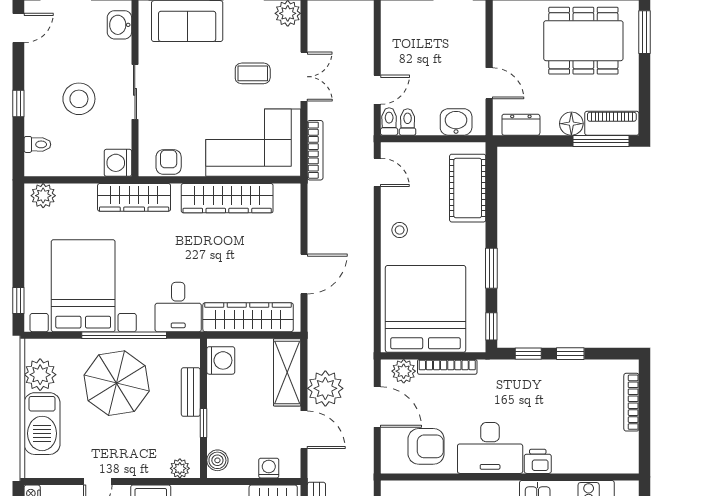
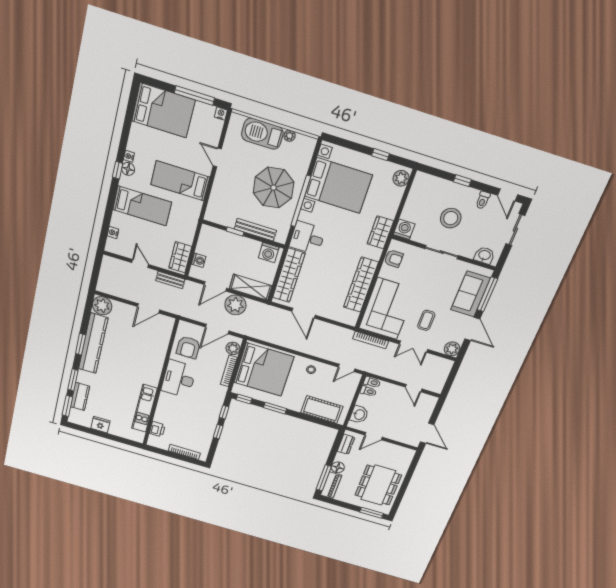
door: (377, 90) -> (414, 388), moved
toilet: (37, 144) -> (483, 200), moved
wardrobe: (134, 197) -> (380, 232), width x0.67
window: (18, 300) -> (380, 155), moved
plant: (40, 375) -> (290, 136), width x0.53, depth x0.53
bench: (191, 392) -> (255, 230), width x1.36
boiler: (217, 460) -> (211, 233), removed
printer: (538, 461) -> (157, 429), moved
plant: (180, 468) -> (212, 209), removed

